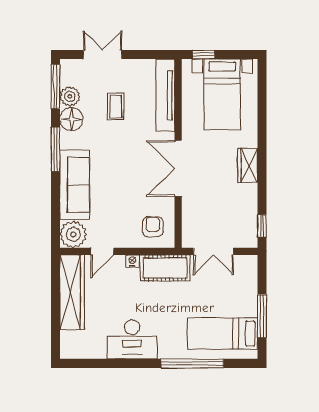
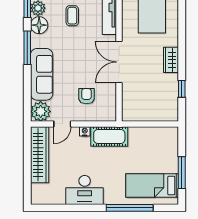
window: (262, 226) -> (182, 89), moved
armchair: (153, 227) -> (87, 96), moved
double door: (213, 251) -> (145, 124), removed

